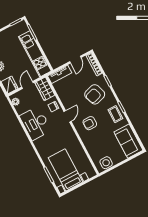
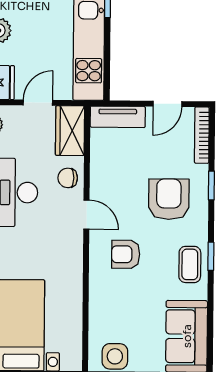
armchair: (95, 94) -> (169, 199), turned 108
door: (68, 116) -> (86, 215), hinge flipped

